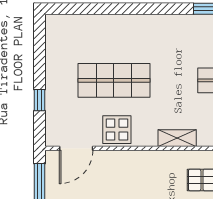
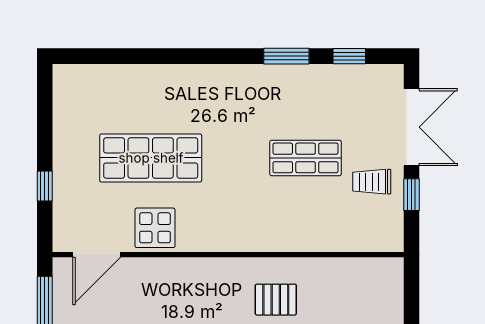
shelving: (177, 138) -> (241, 240), removed

